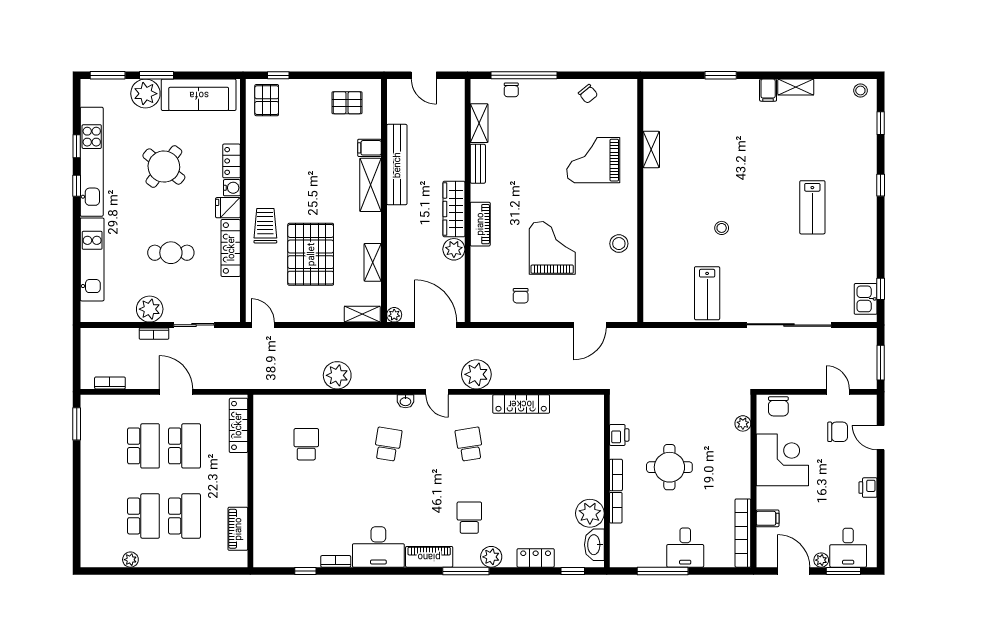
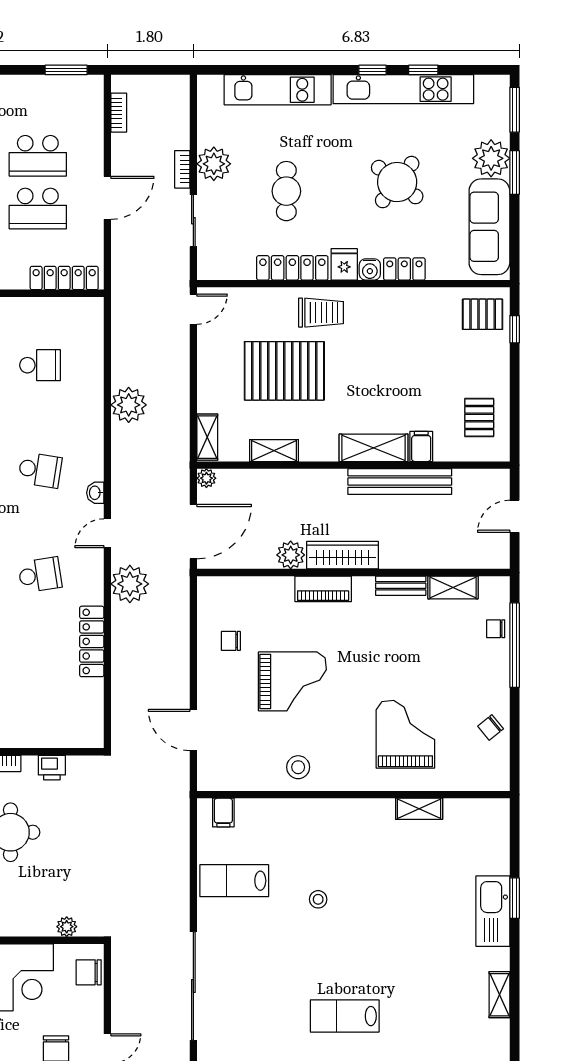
filing cabinet: (768, 90) -> (223, 813), moved, turned -90
kitchen sink: (731, 92) -> (493, 911), added

